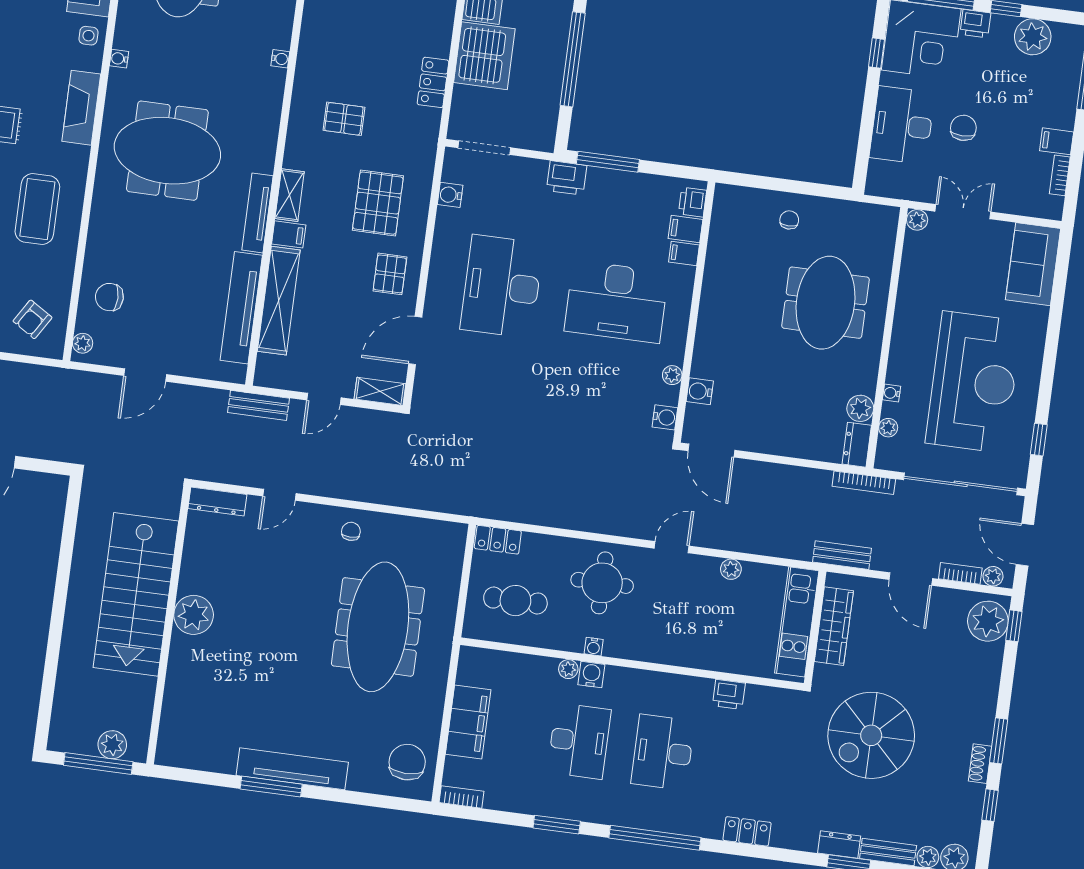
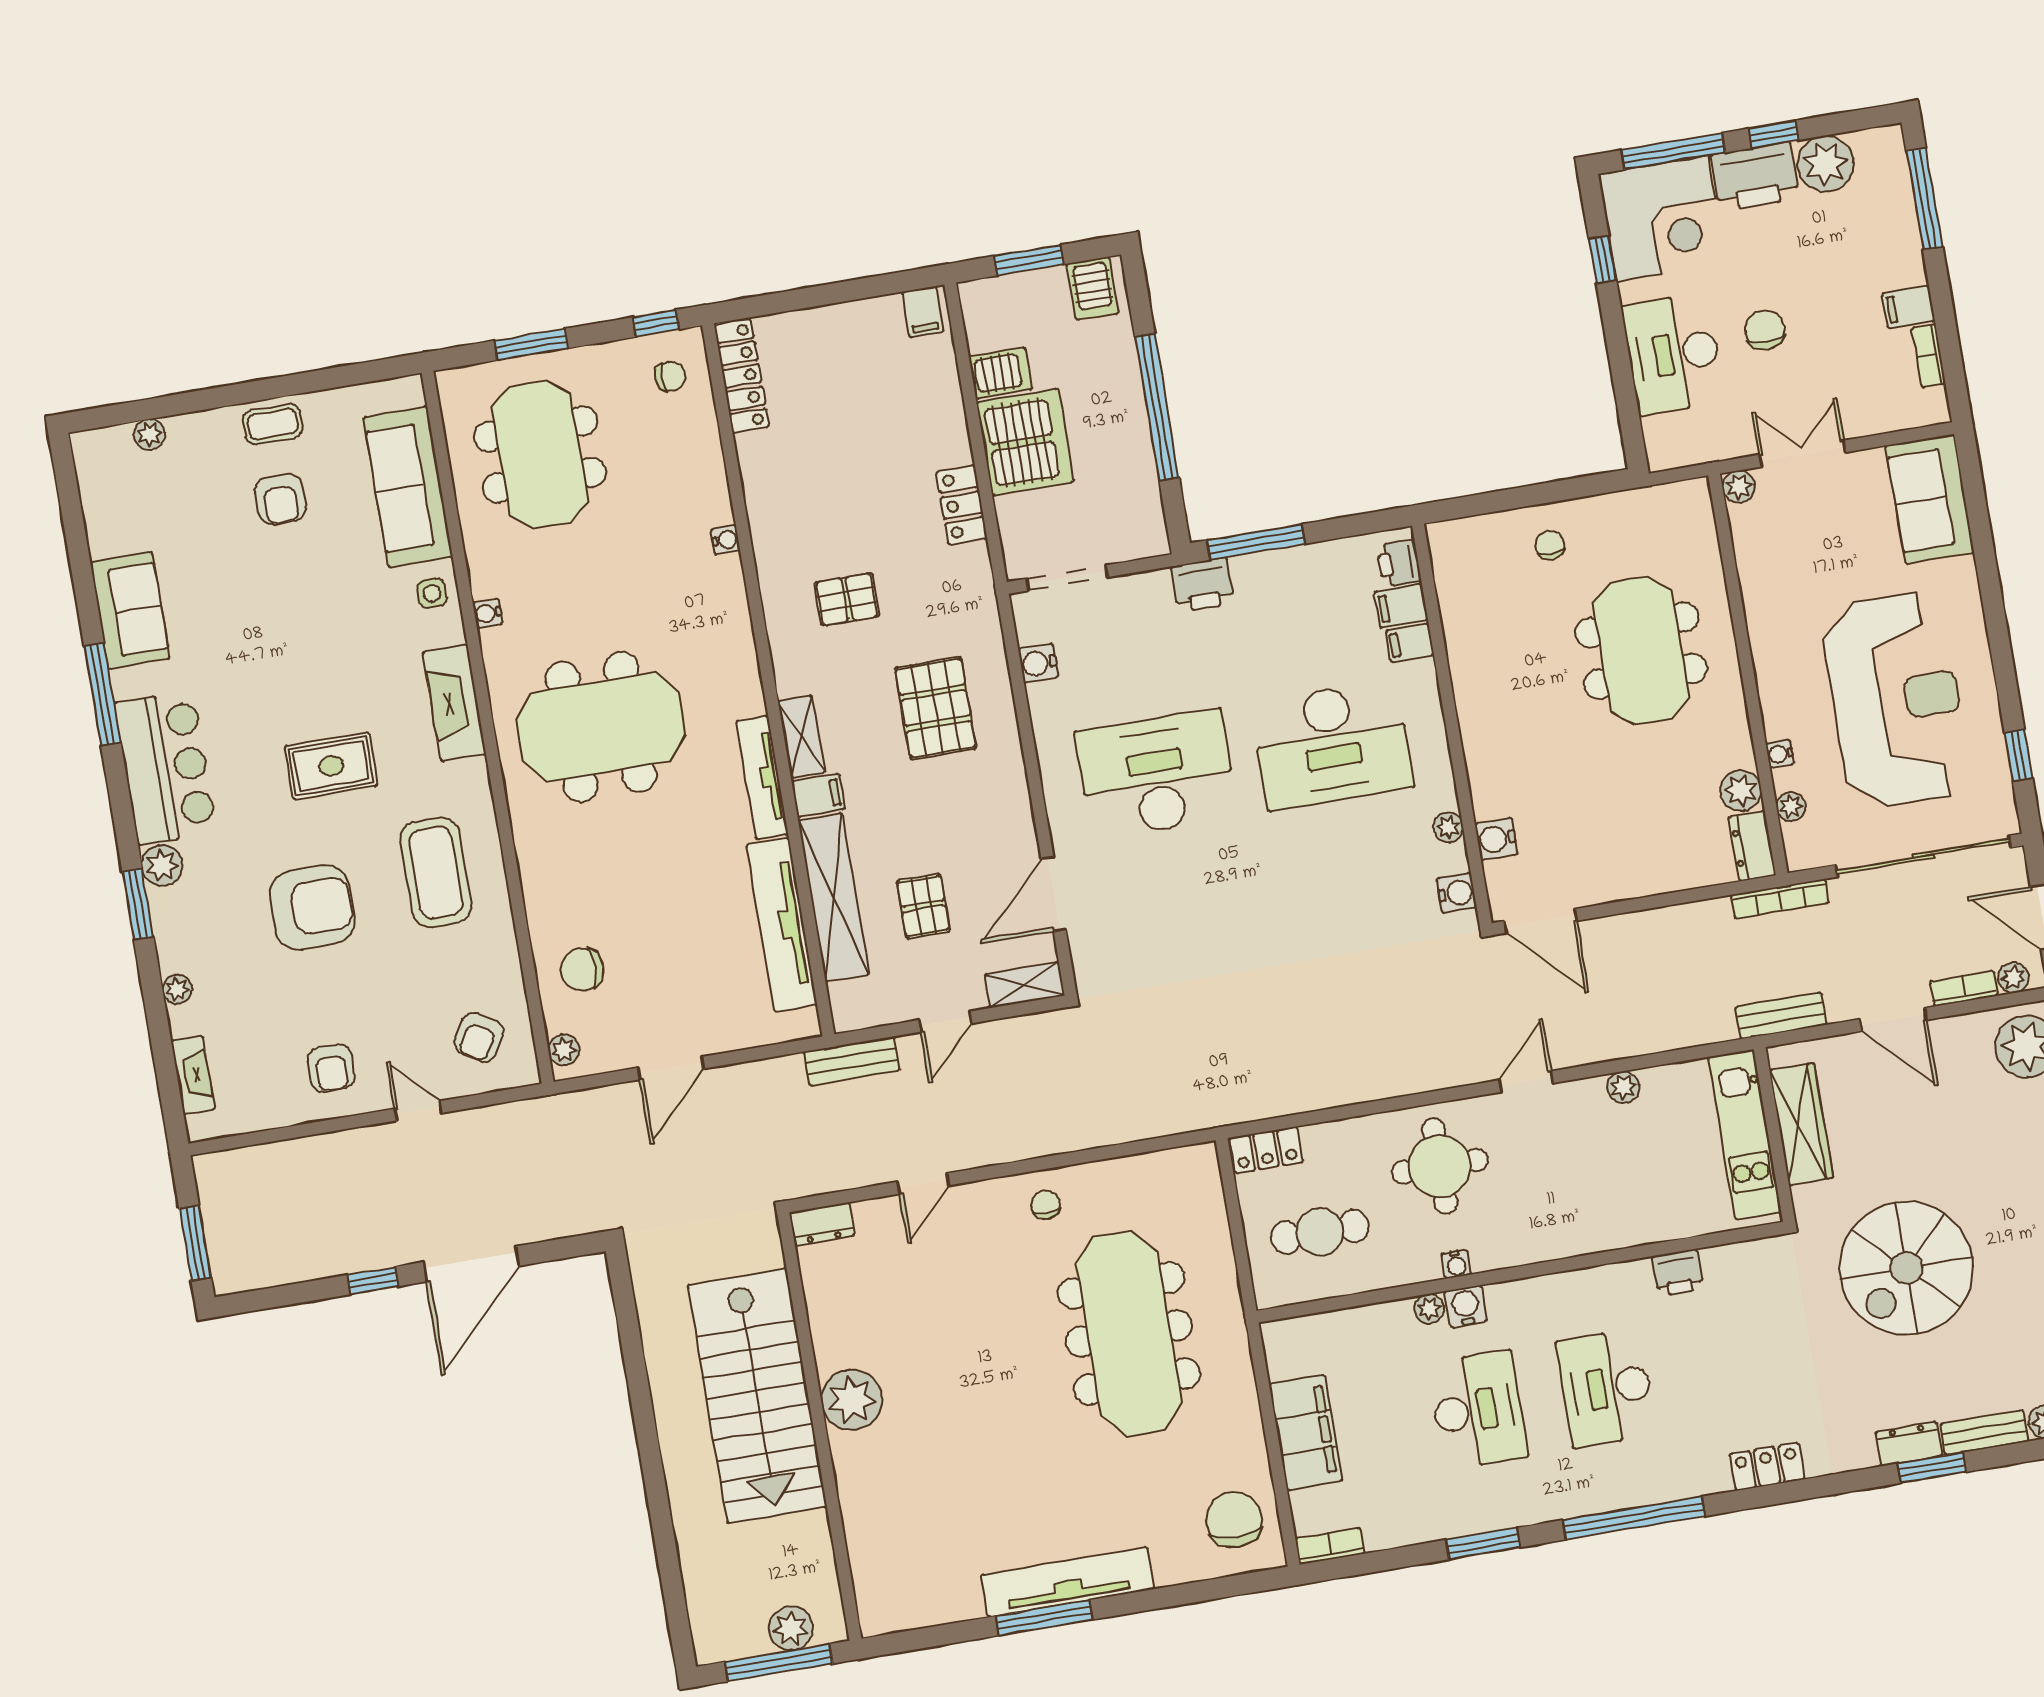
printer: (975, 24) -> (1755, 177), width x1.87, depth x1.48
pallet: (390, 274) -> (923, 906), moved
desk: (502, 286) -> (1156, 774), turned 90
dresser: (217, 502) -> (822, 1224), width x0.70

